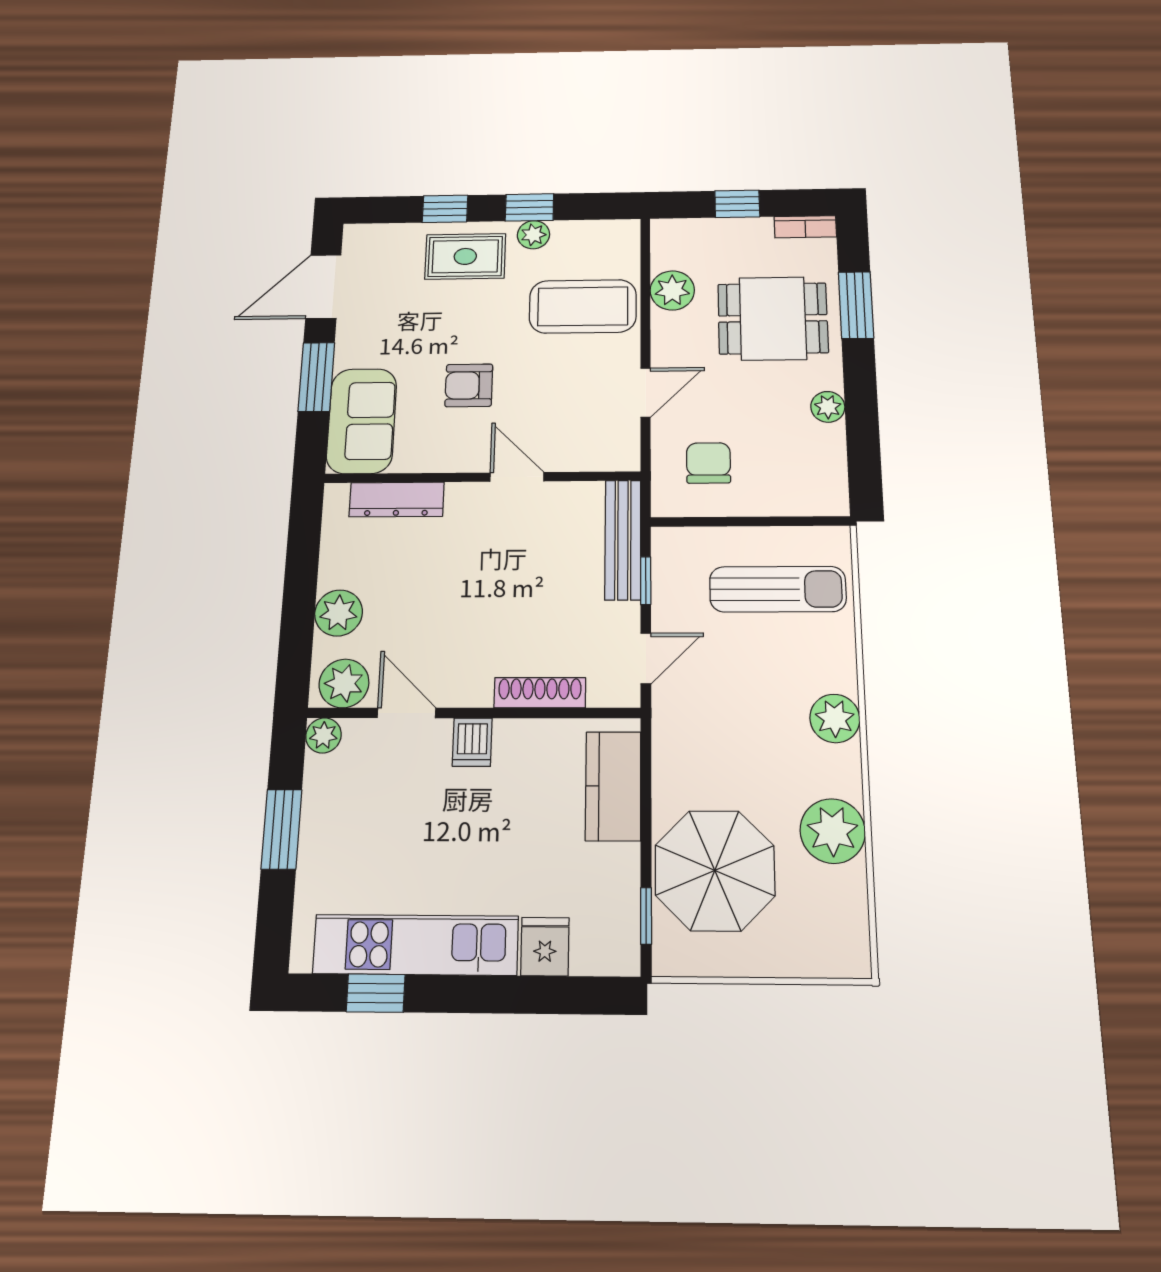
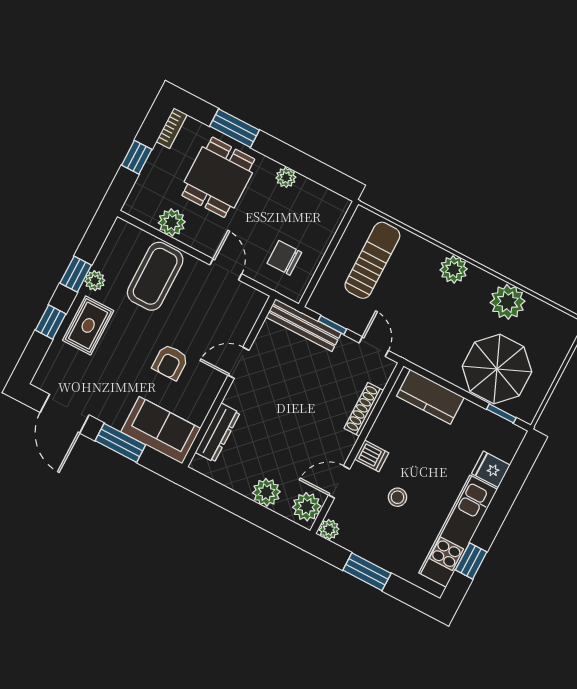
stool: (425, 816) -> (397, 497), added

